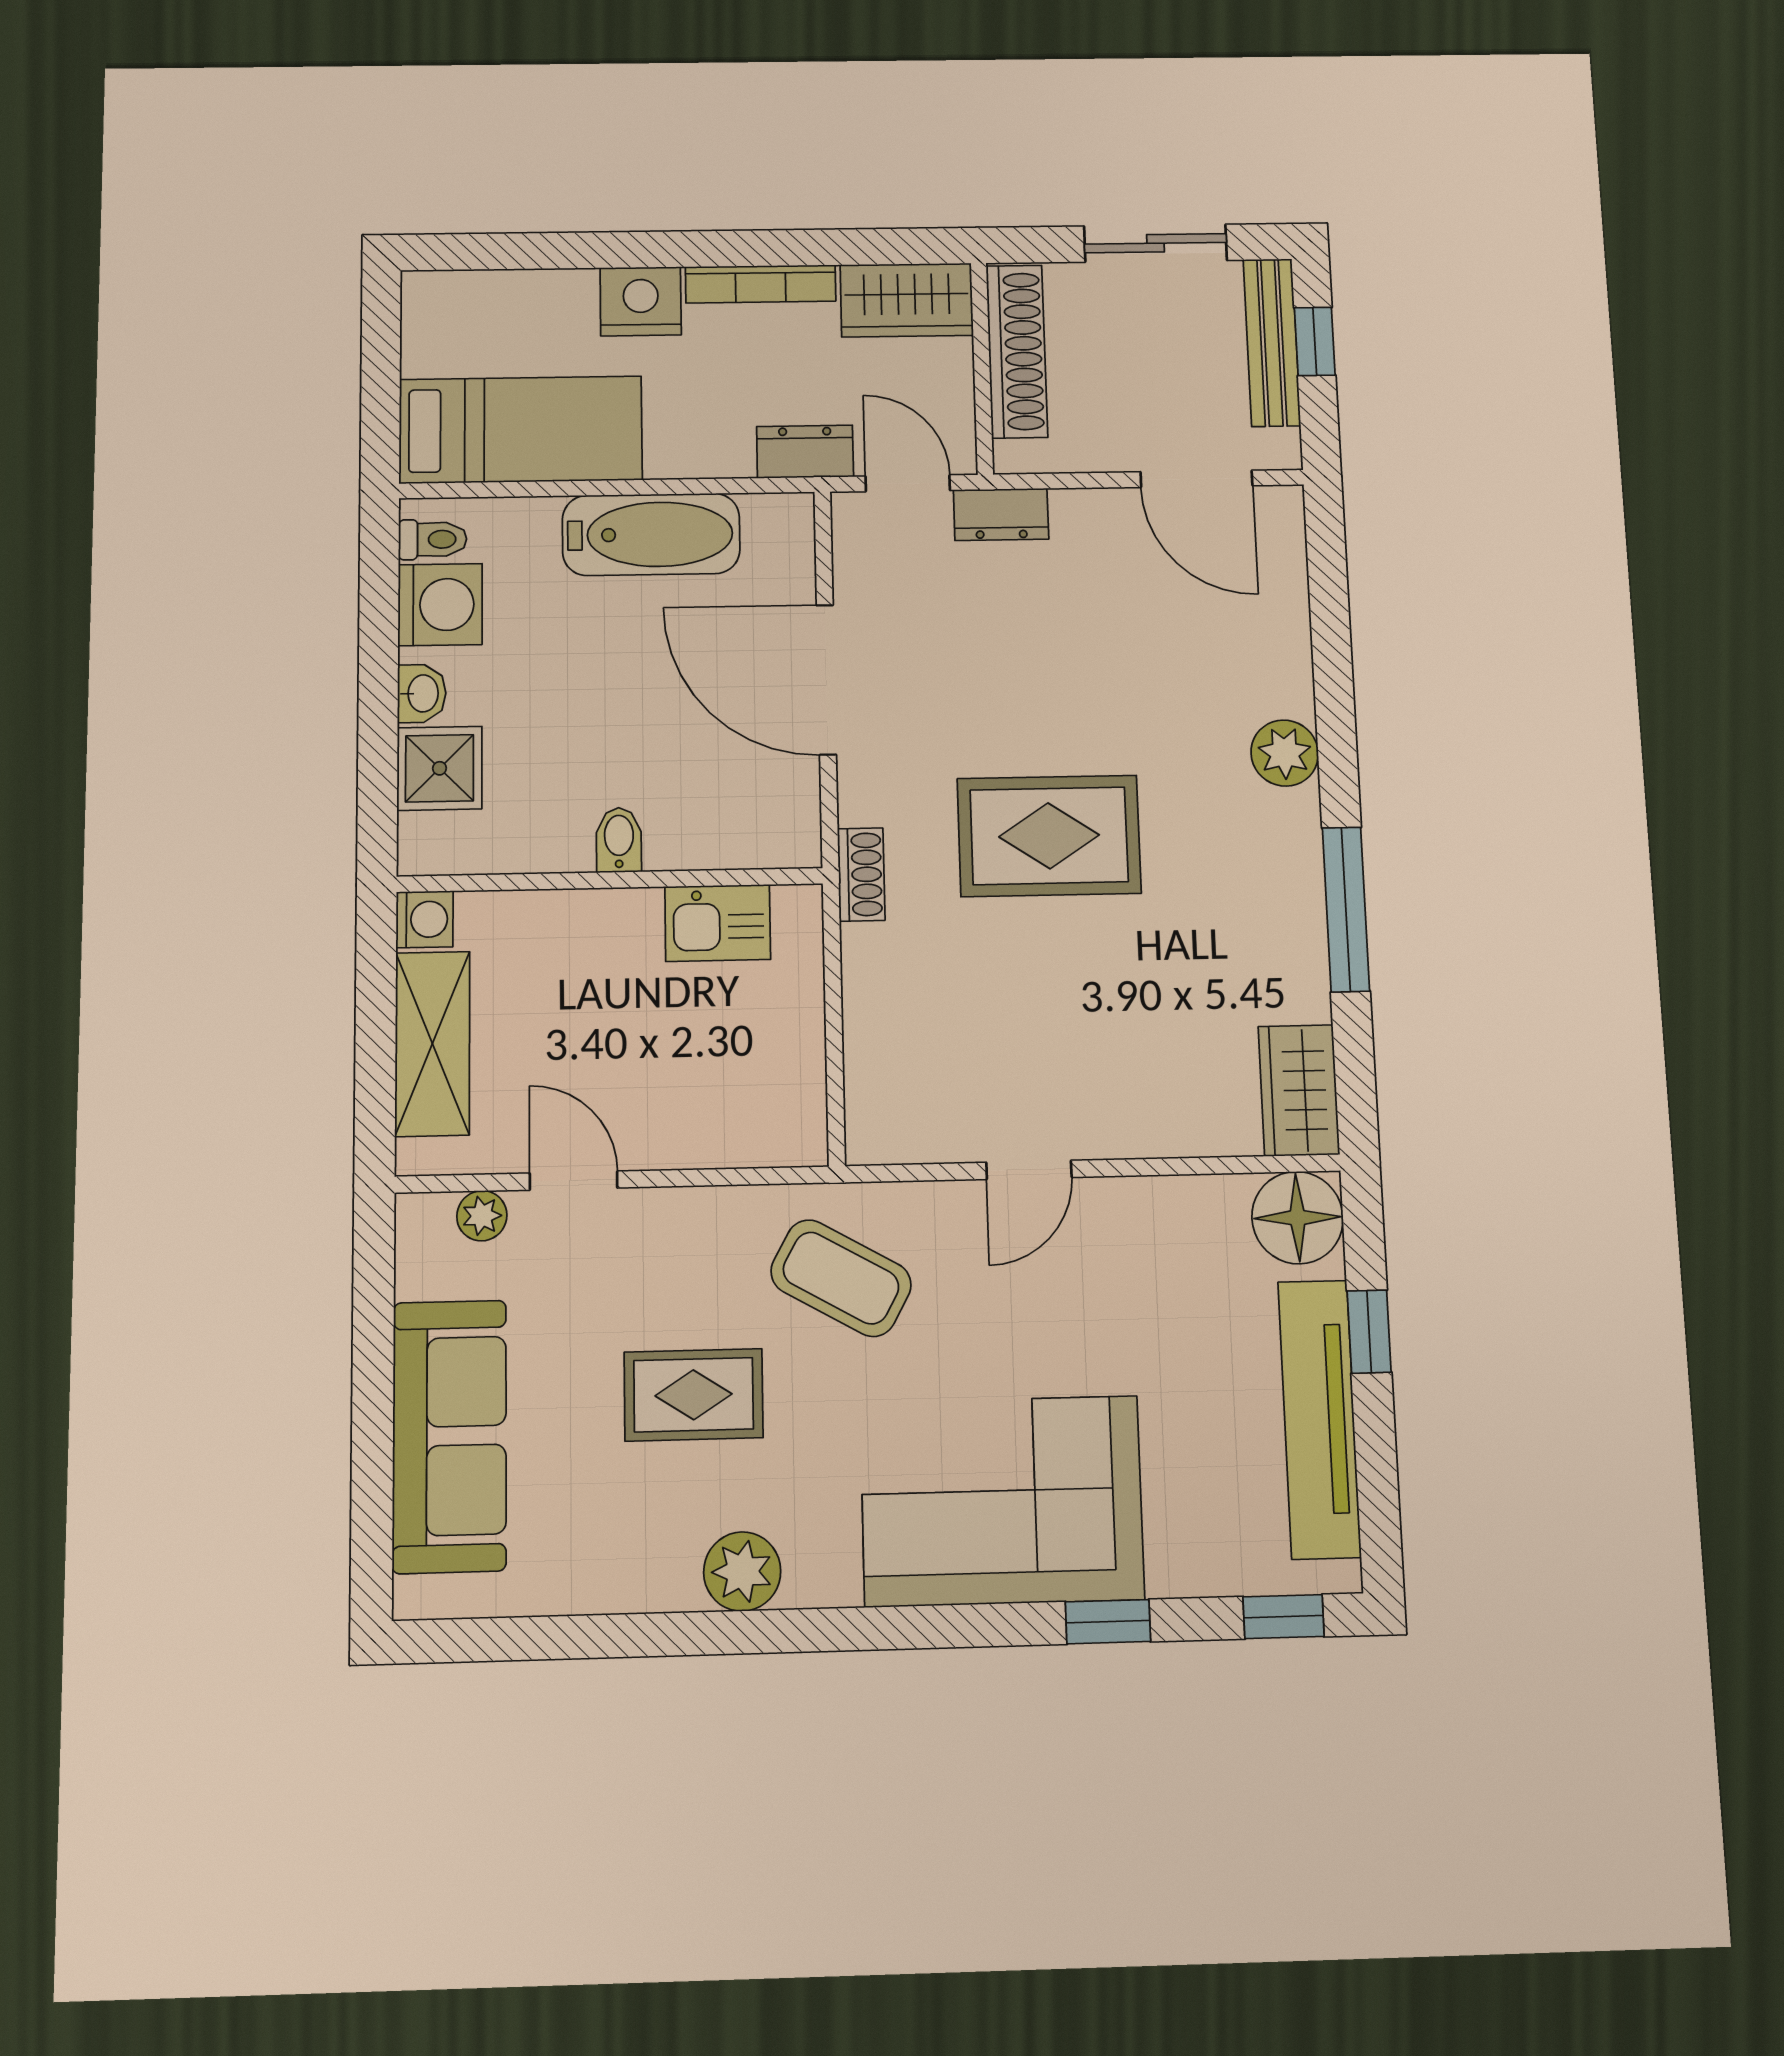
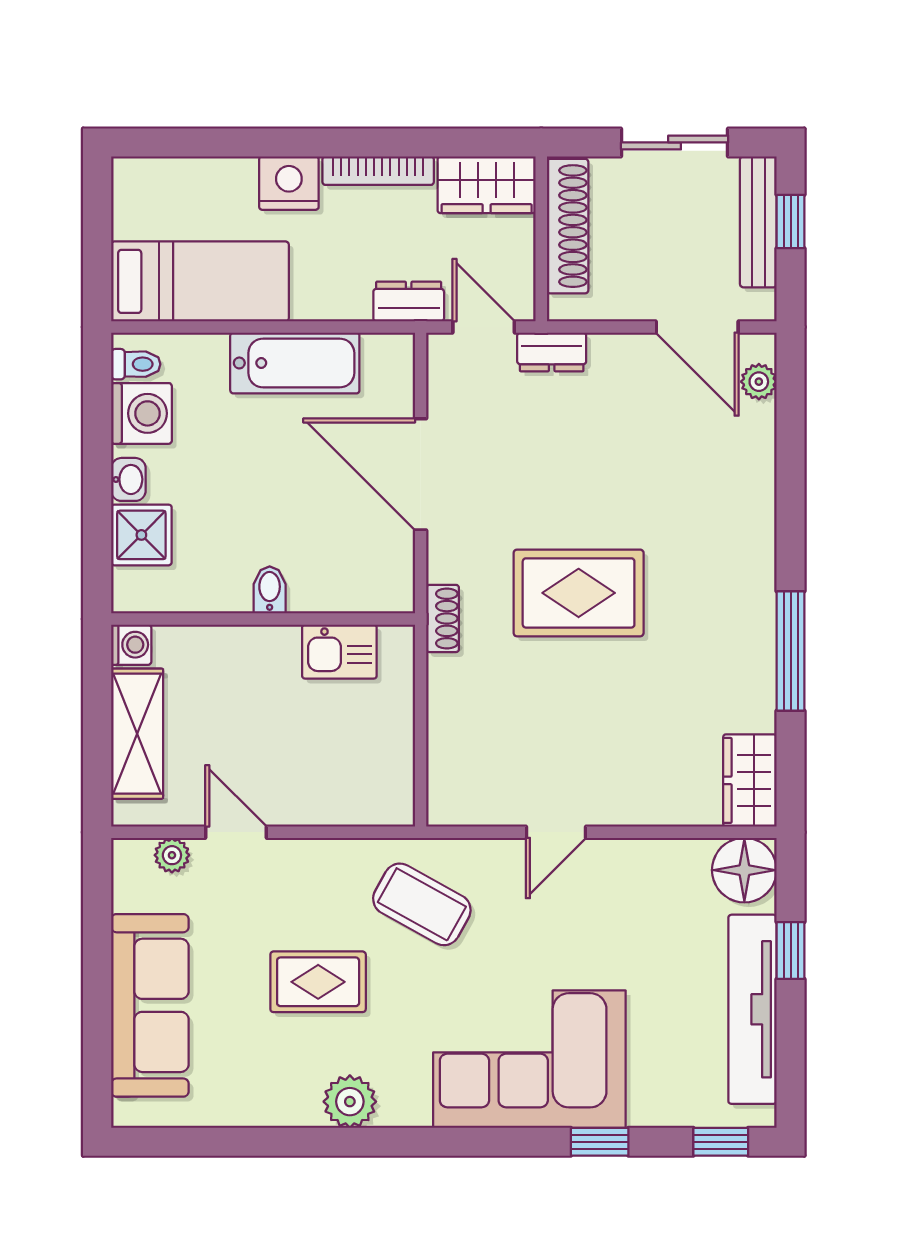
plant: (1285, 753) -> (759, 382), moved, width x0.73, depth x0.73

